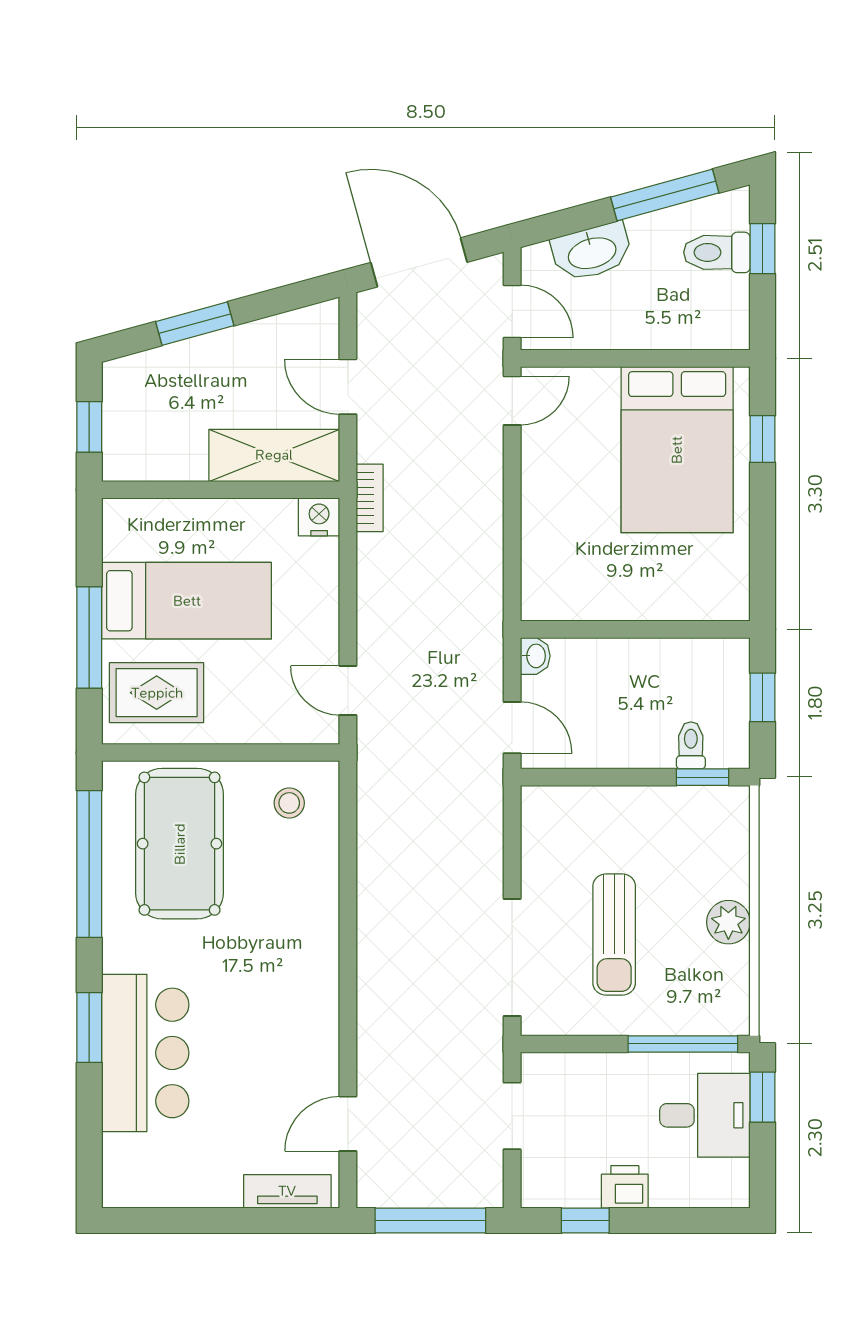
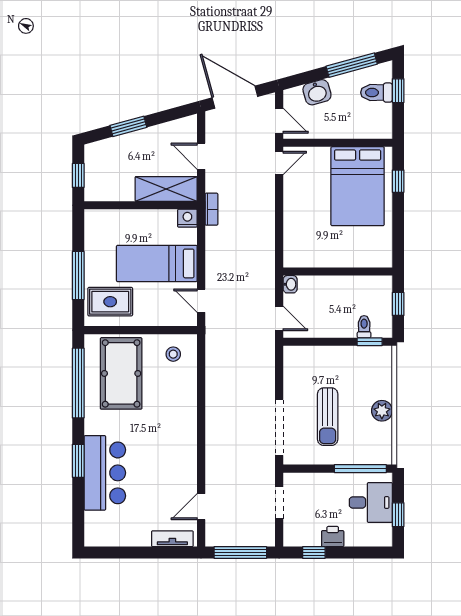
washbasin: (592, 252) -> (317, 92), width x0.72
bed: (187, 601) -> (157, 263), moved, turned 180
window: (763, 1097) -> (398, 515), moved

